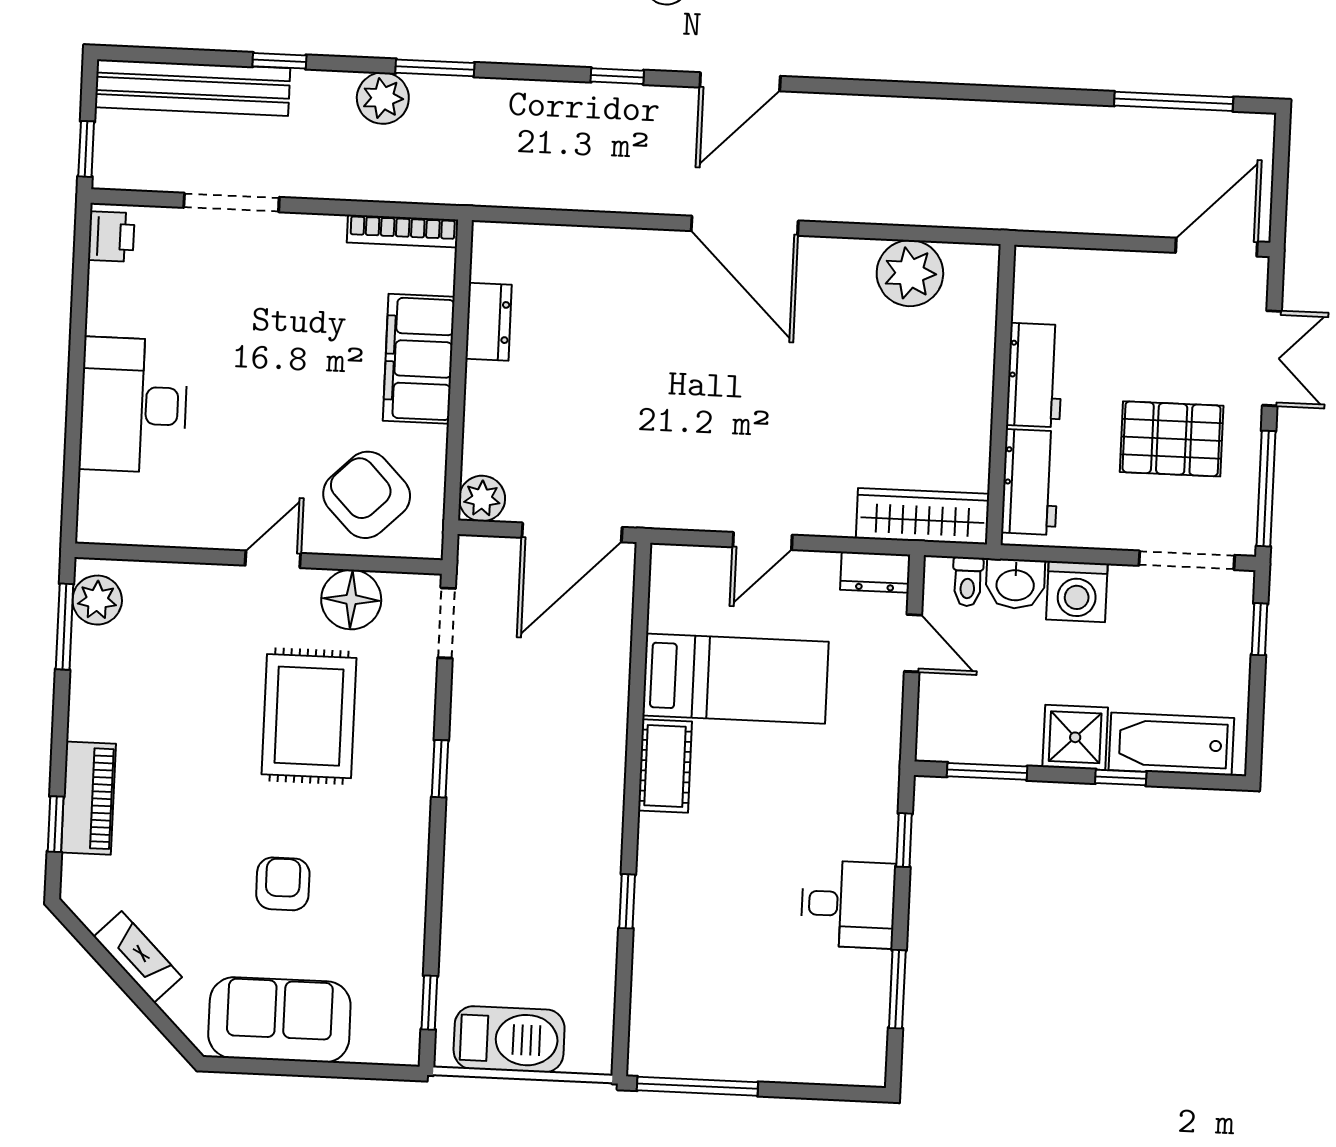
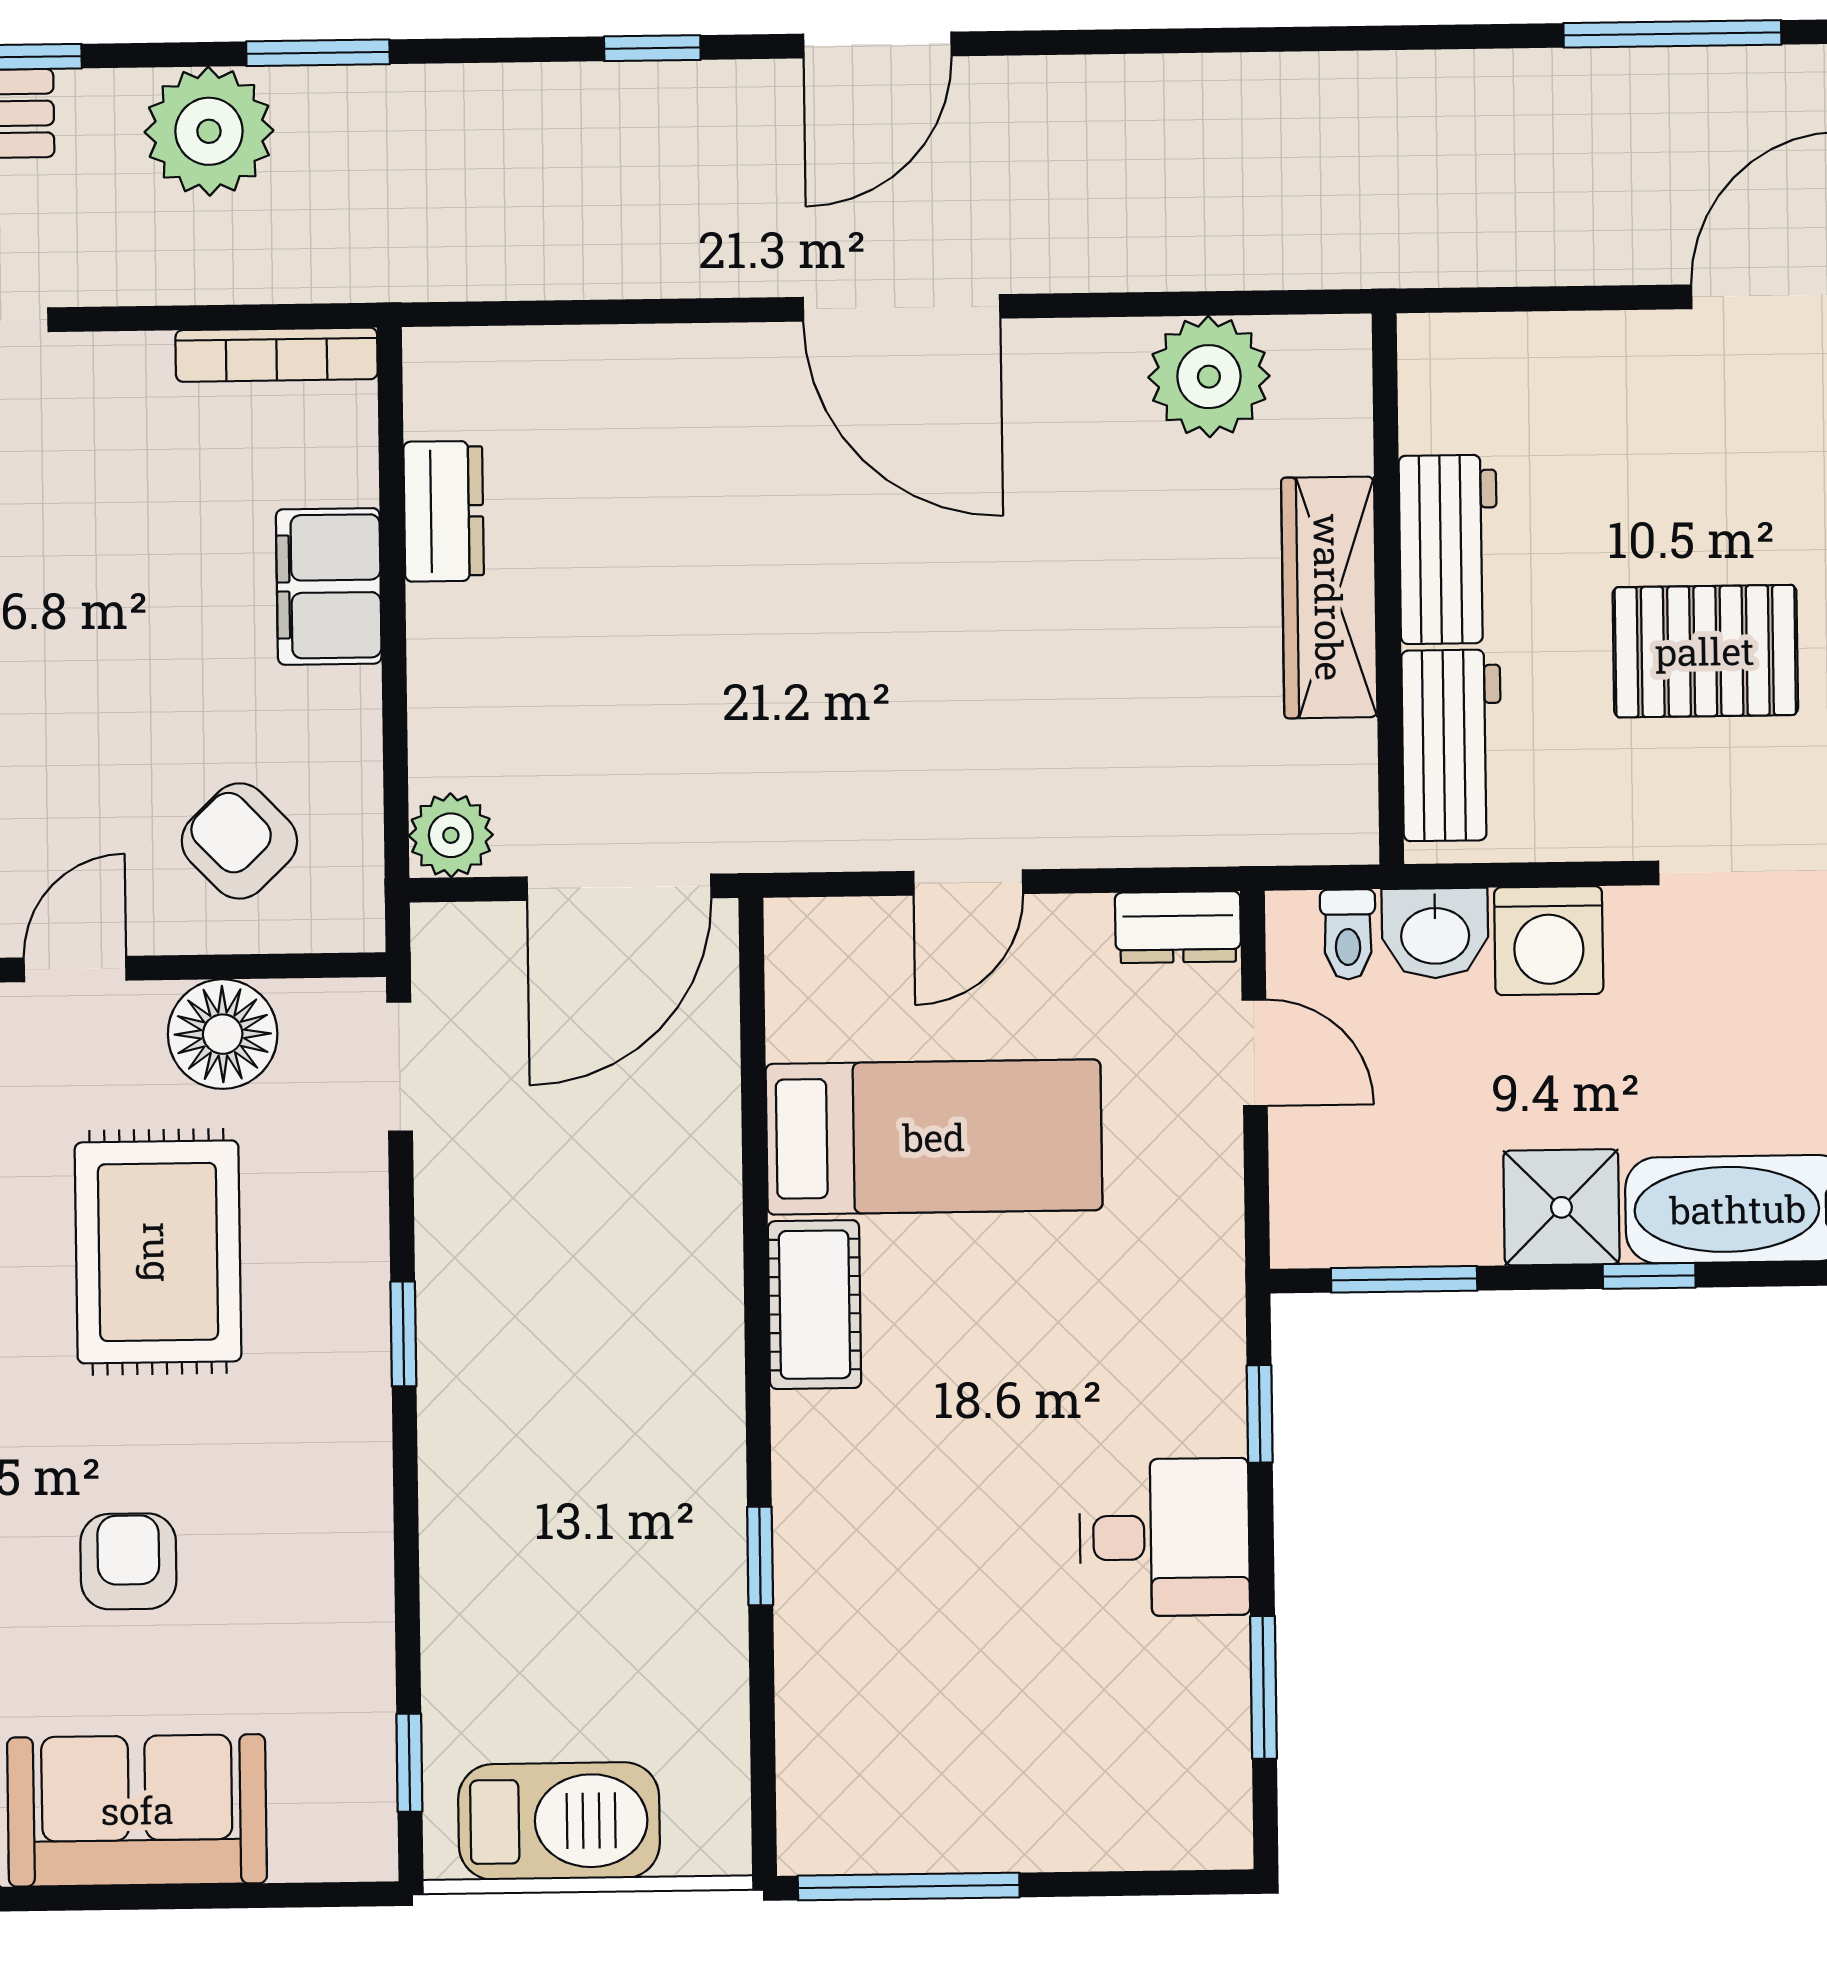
plant: (383, 98) -> (209, 131), width x1.36, depth x1.36
filing cabinet: (419, 359) -> (329, 586), width x0.67, depth x0.86
armchair: (367, 495) -> (239, 841), width x0.72, depth x0.72
wardrobe: (923, 516) -> (1329, 597), moved, turned -90

